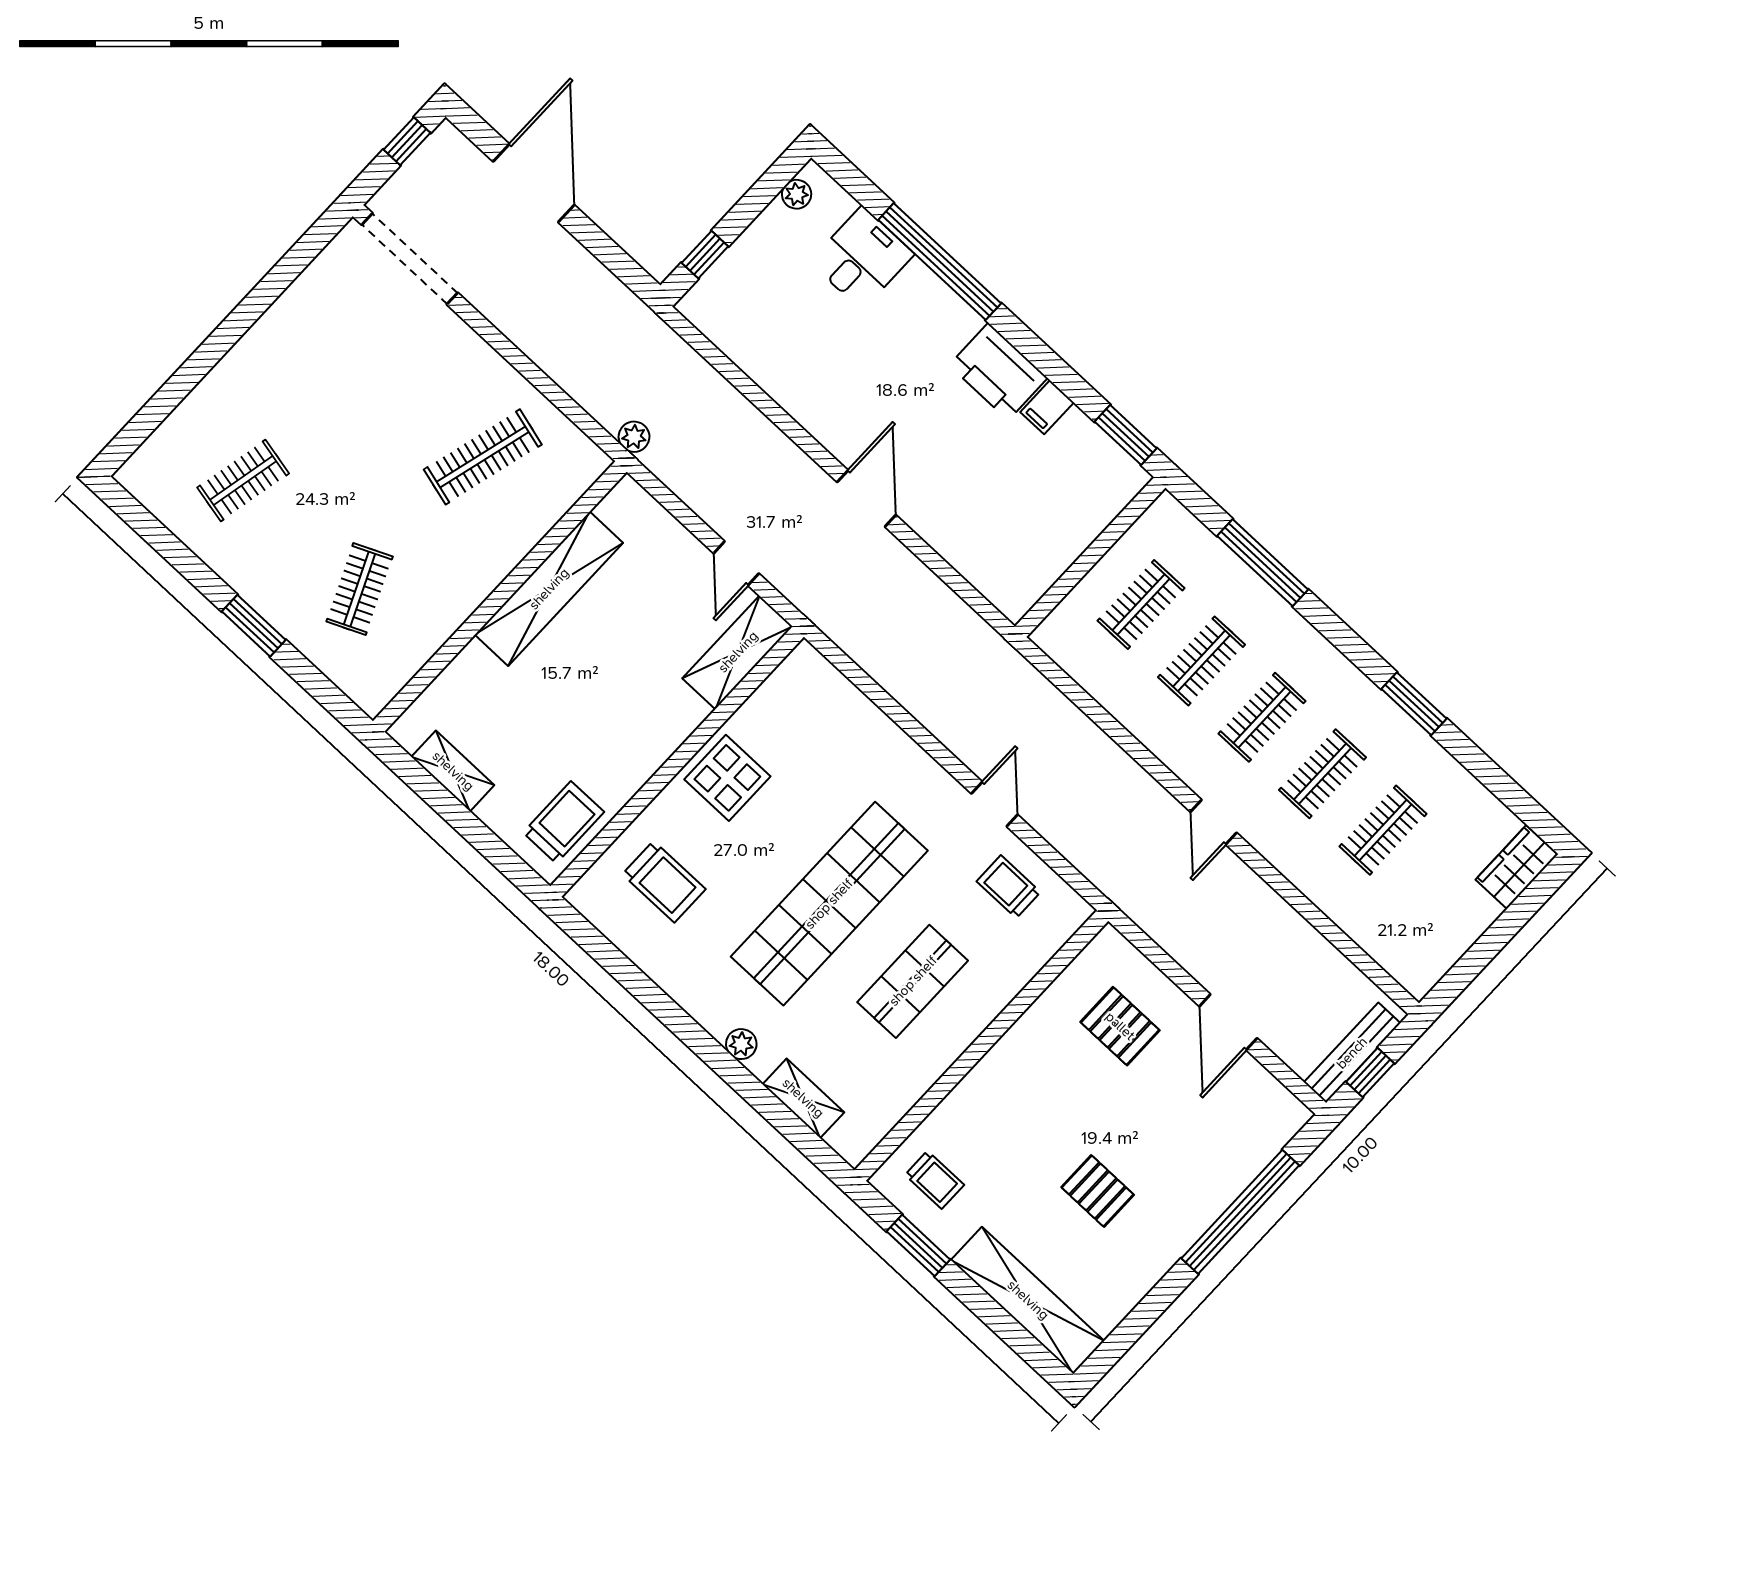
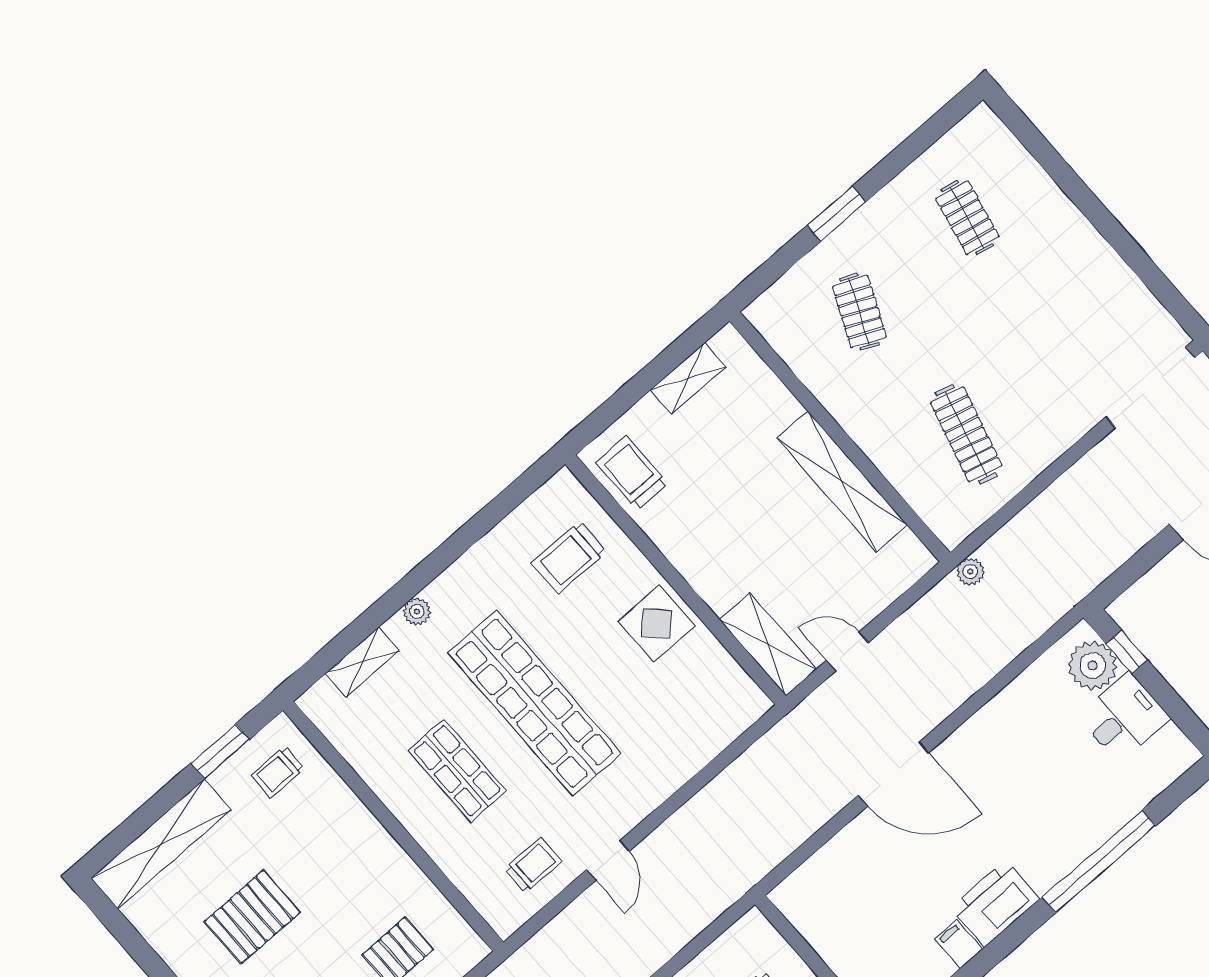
plant: (797, 194) -> (1093, 665), moved, width x1.88, depth x1.88
desk: (862, 258) -> (1124, 718), moved, turned -90
door: (867, 499) -> (893, 774), width x1.36
clothes rail: (360, 589) -> (859, 312), turned 48
door: (995, 804) -> (608, 860), hinge flipped
trolley: (564, 822) -> (632, 473), turned 180
pallet: (1098, 1191) -> (252, 917), width x1.50, depth x1.42

